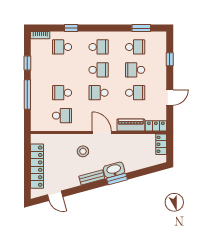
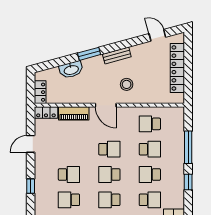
school desk: (135, 93) -> (150, 174), moved
washbasin: (114, 170) -> (71, 70), moved

